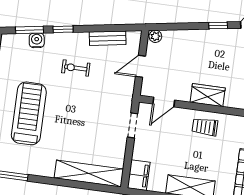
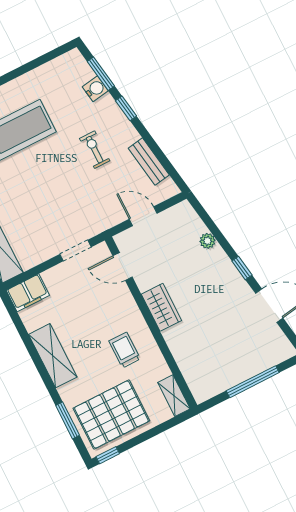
plant: (155, 36) -> (207, 241), moved
trolley: (205, 127) -> (125, 350), moved

